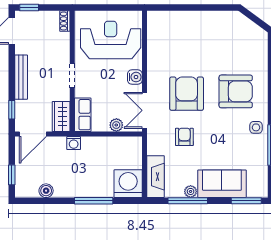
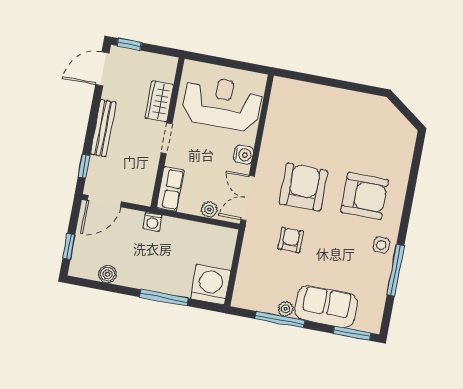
shoe rack: (65, 21) -> (170, 69), removed
wardrobe: (61, 116) -> (159, 101), moved
fireplace: (155, 177) -> (246, 282), removed

